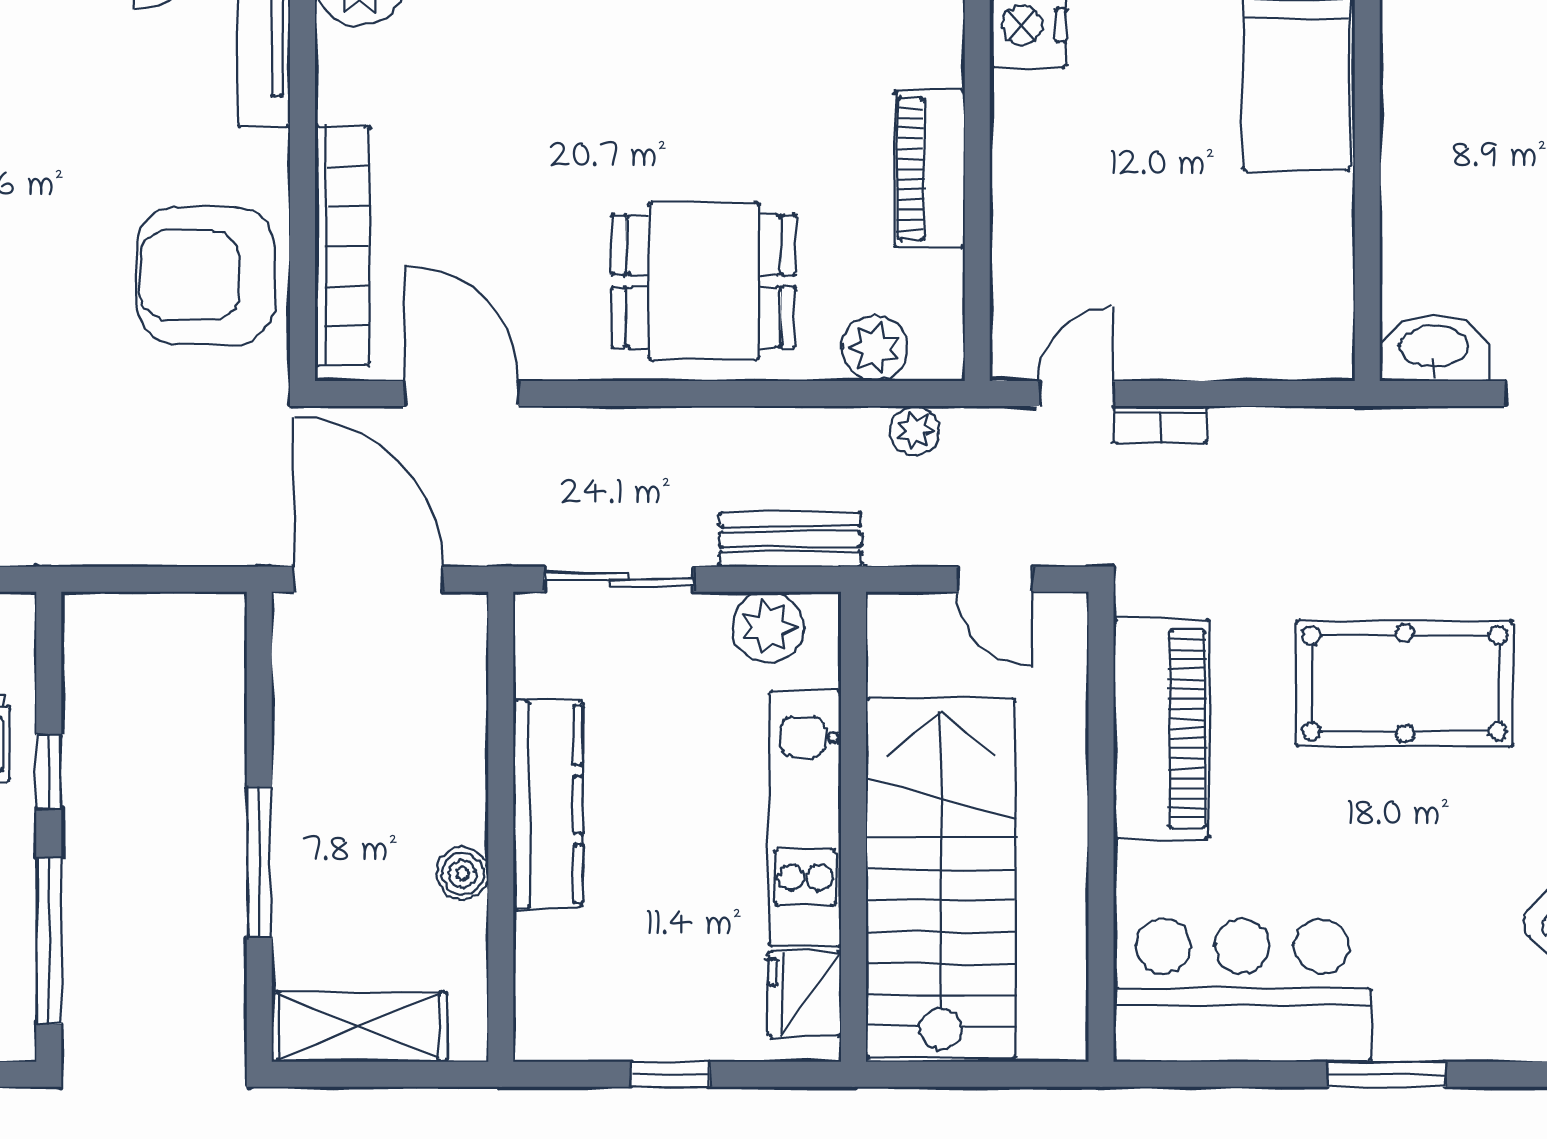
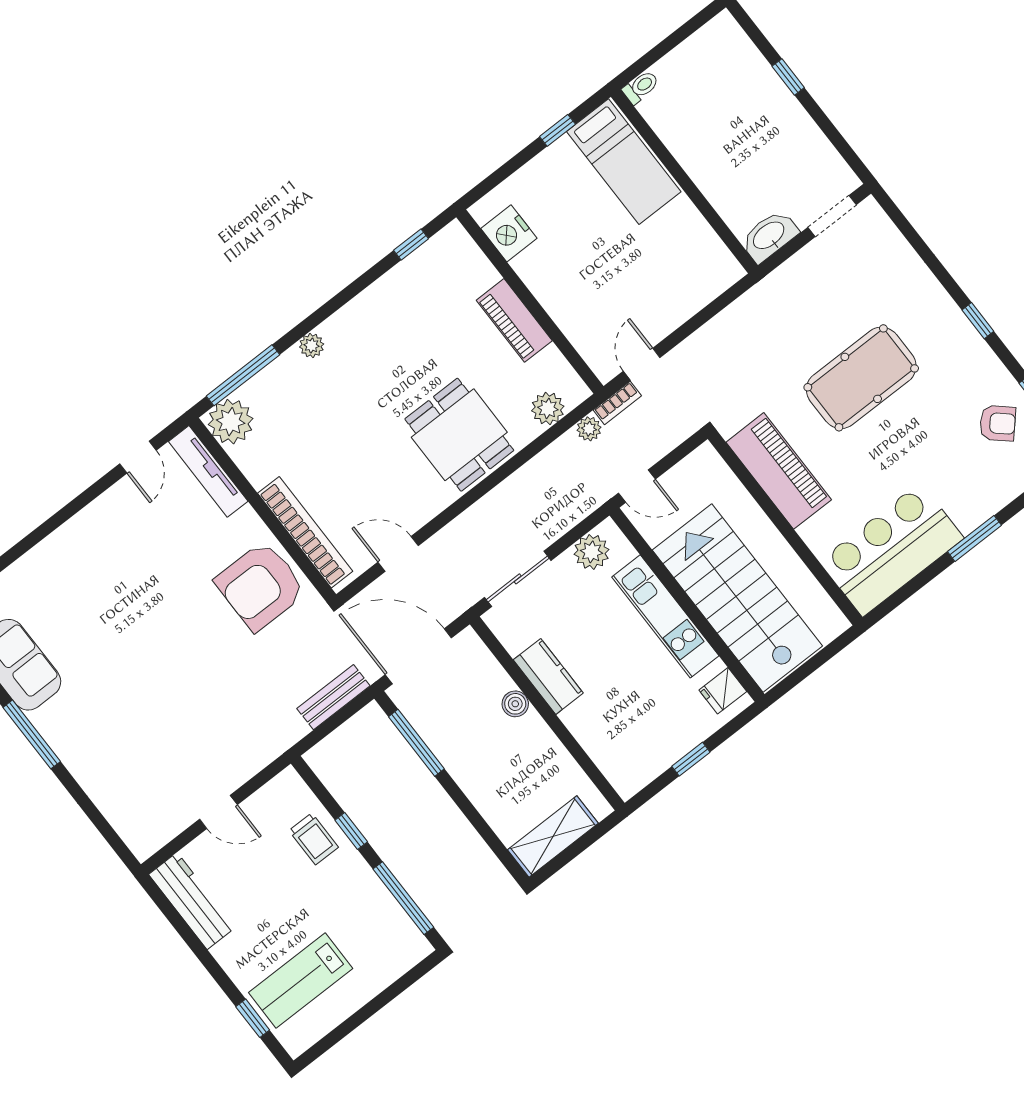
dining table: (704, 281) -> (459, 435), turned 90
door: (462, 393) -> (398, 554), width x0.73
bookcase: (1161, 425) -> (617, 403), moved
bench: (790, 539) -> (333, 697), moved
door: (995, 579) -> (637, 486), moved
kitchen counter: (548, 804) -> (548, 676), width x0.67
window: (259, 861) -> (416, 743), moved
boiler: (462, 874) -> (515, 704), moved
fridge: (804, 994) -> (723, 691), width x0.72

